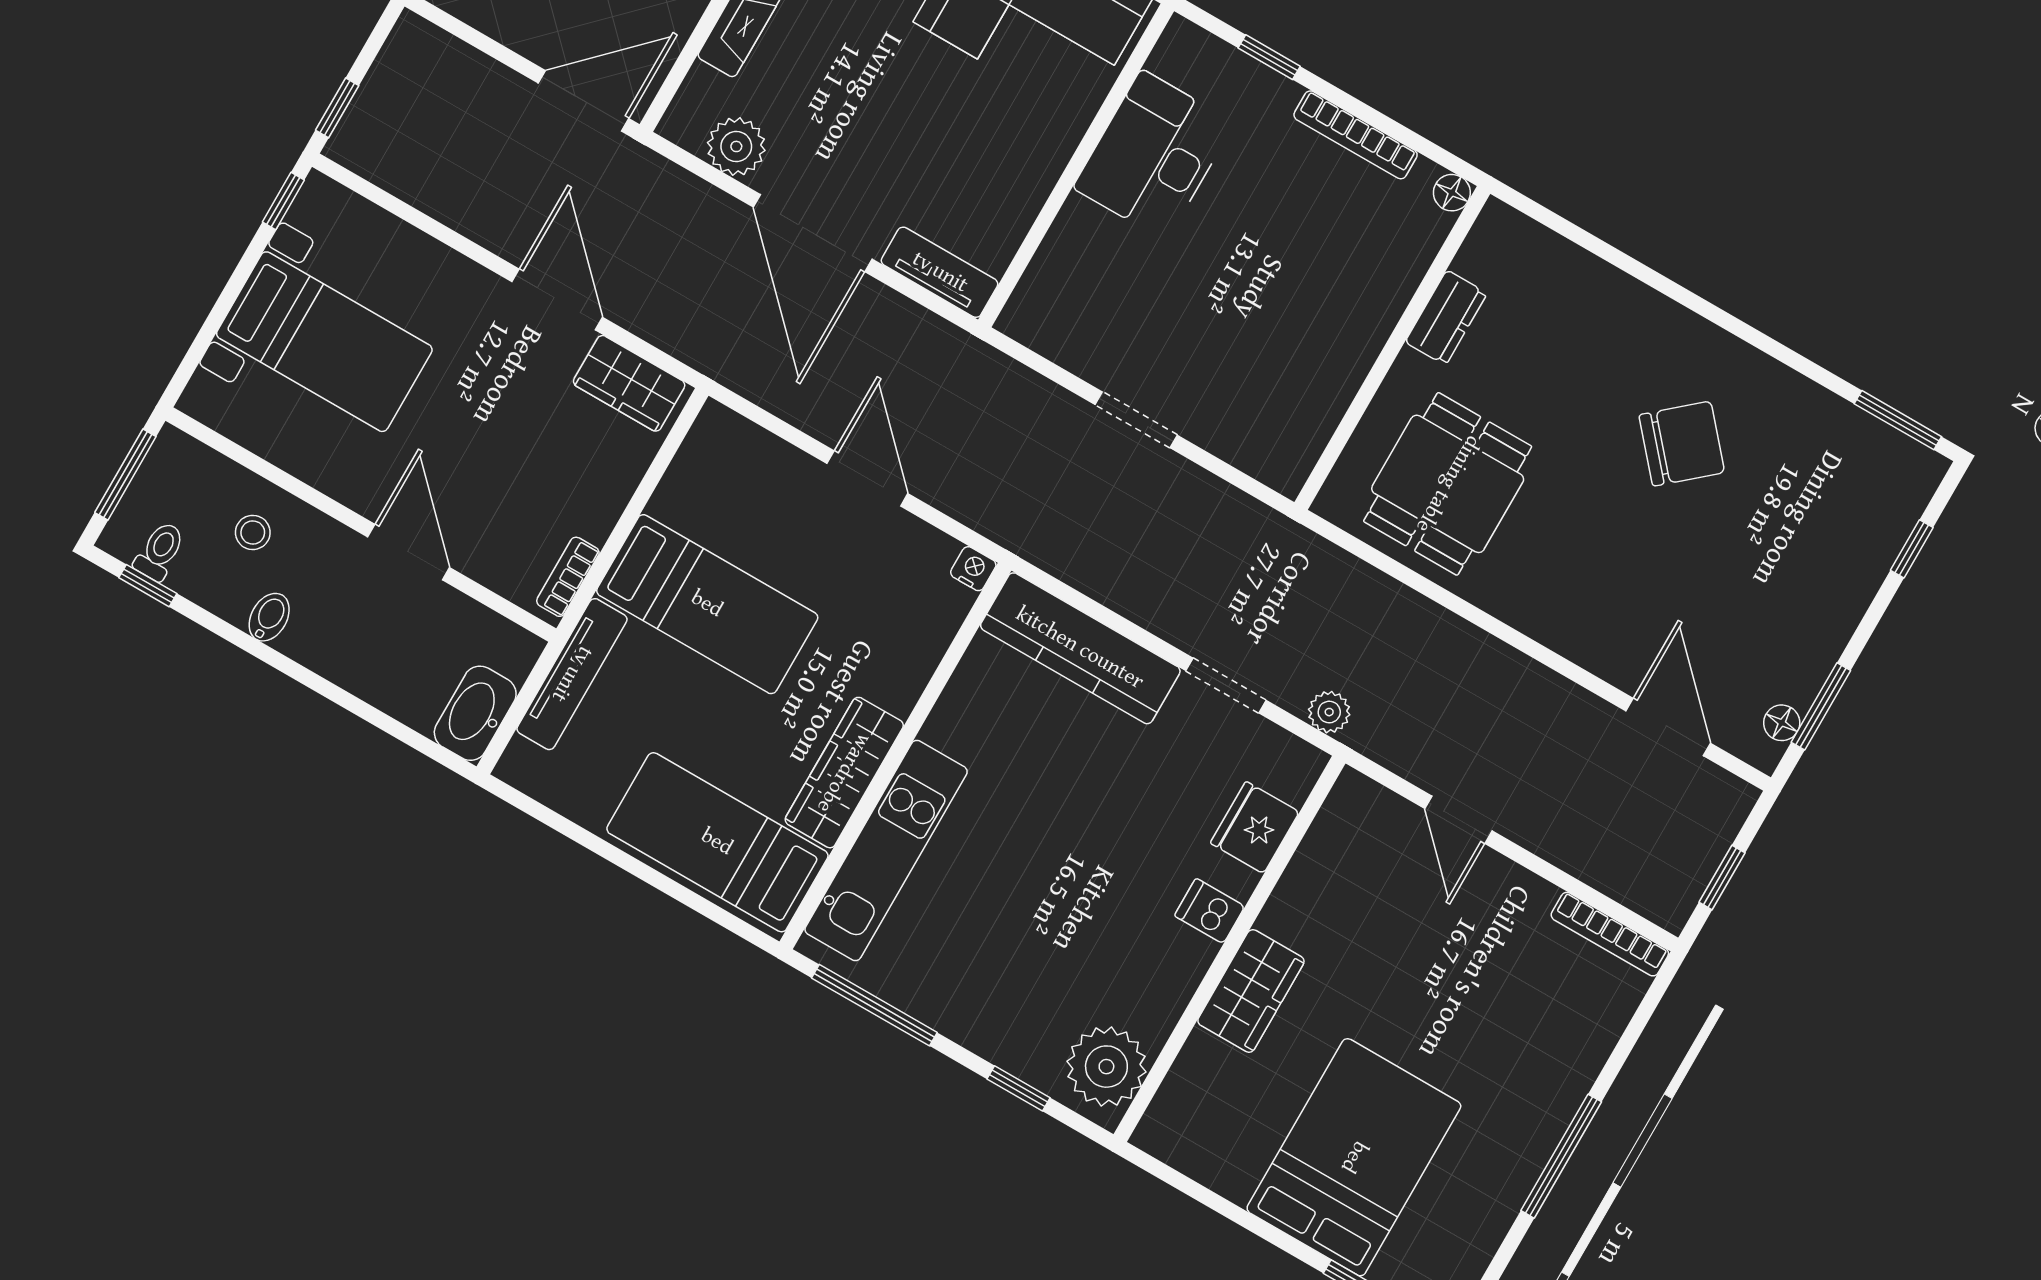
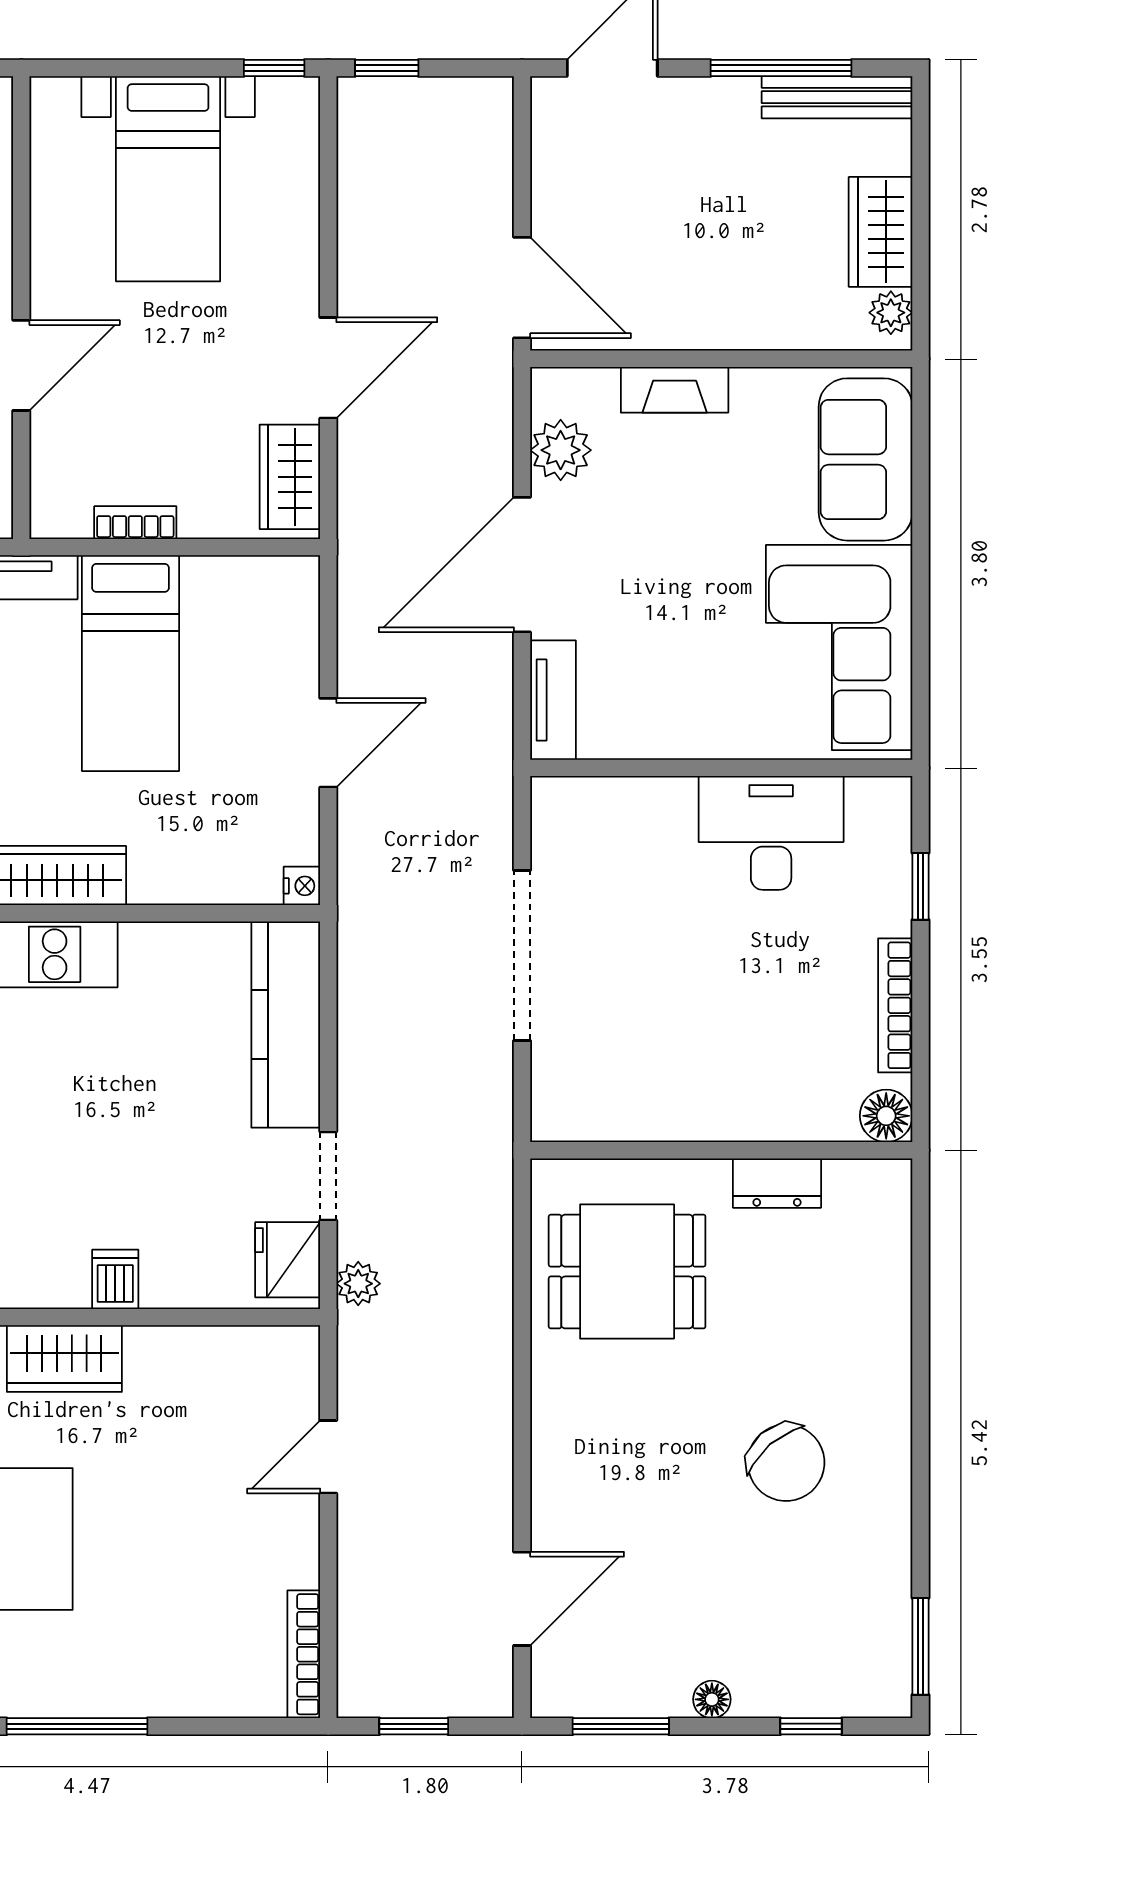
floor lamp: (1452, 193) -> (886, 1116), width x1.37, depth x1.37
doorway: (1136, 420) -> (522, 956), width x1.88
bookcase: (568, 577) -> (135, 523), moved
floor lamp: (1782, 723) -> (712, 1699), moved
fridge: (1255, 828) -> (288, 1260), moved, turned -90

